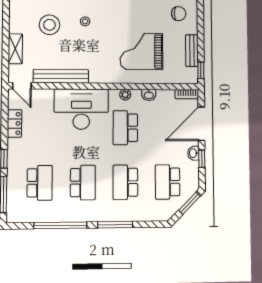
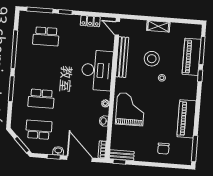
stool: (49, 25) -> (152, 59), moved
shelving: (15, 49) -> (158, 26), moved
grand piano: (141, 51) -> (130, 109), moved
bench: (192, 51) -> (122, 155), moved
door: (22, 86) -> (117, 28), hinge flipped
school desk: (125, 128) -> (81, 102), removed
school desk: (125, 182) -> (41, 99), turned 180
school desk: (83, 183) -> (44, 67), removed

